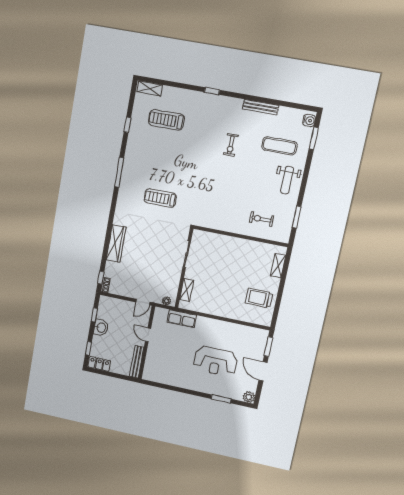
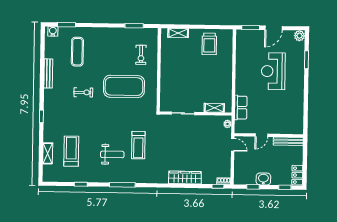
shelving: (150, 88) -> (48, 153), moved
treadmill: (166, 120) -> (71, 151), turned 180
weight bench: (287, 180) -> (112, 154), moved
exercise mat: (229, 193) -> (124, 86), added
reception desk: (215, 361) -> (273, 71), turned 180

